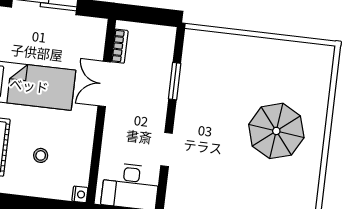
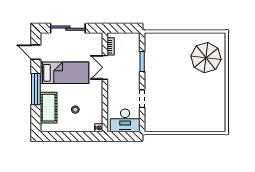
parasol: (276, 131) -> (206, 58), moved

